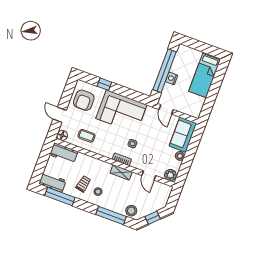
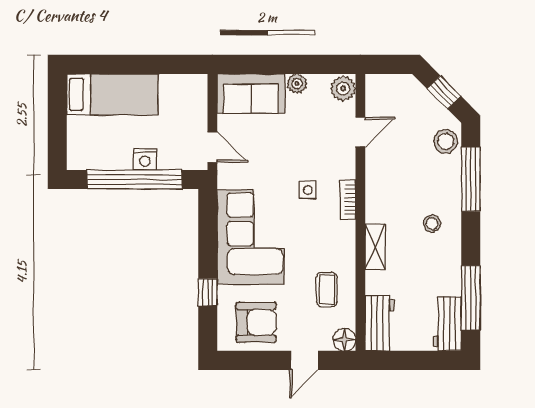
door: (166, 109) -> (212, 147), hinge flipped
shelving: (121, 172) -> (375, 247), moved
trolley: (83, 184) -> (427, 260), removed

